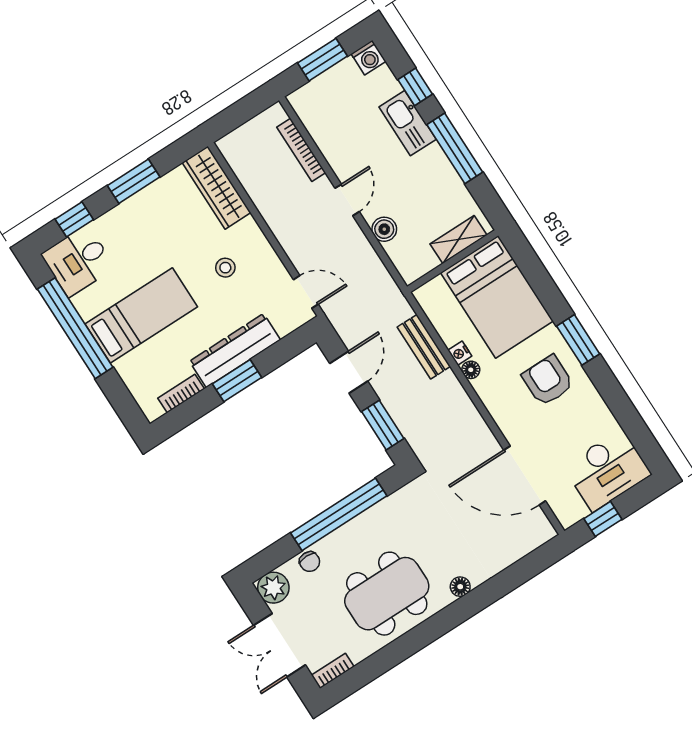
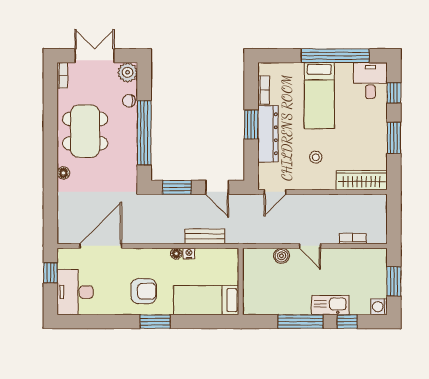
bookcase: (301, 150) -> (353, 239), width x0.64
shelving: (459, 239) -> (250, 292), removed
bed: (497, 297) -> (206, 300), width x0.67

